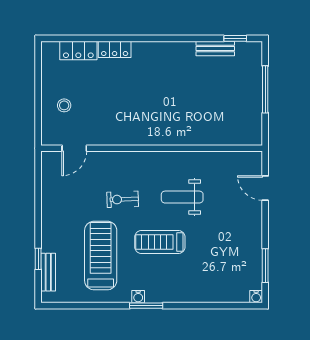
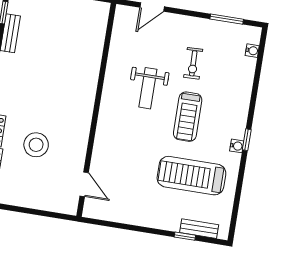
stool: (64, 105) -> (36, 145), moved, width x1.89, depth x1.89
exercise bike: (123, 199) -> (193, 63), moved
water cooler: (256, 297) -> (252, 51), moved
window: (146, 306) -> (247, 140), width x0.67

